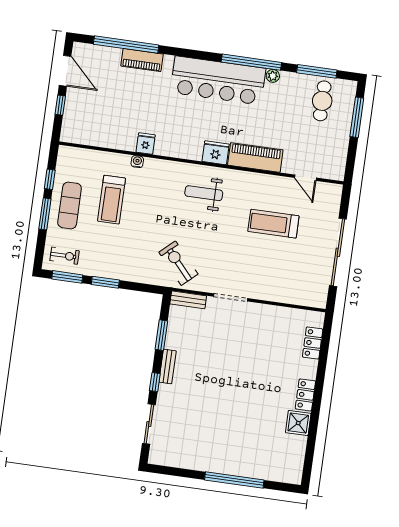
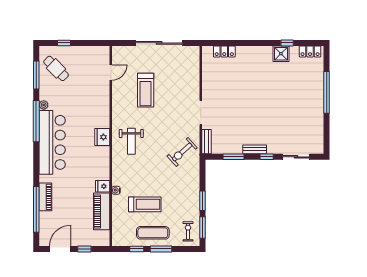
cafe table: (322, 101) -> (56, 68), turned 45
window: (357, 117) -> (64, 43), width x0.46
piano: (255, 157) -> (102, 211), moved
locker: (305, 395) -> (310, 51), moved
window: (312, 434) -> (287, 43), added

